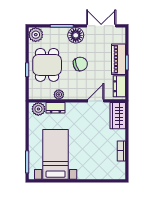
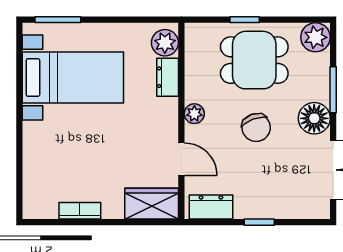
piano: (119, 59) -> (266, 205), removed
plant: (59, 95) -> (194, 114), moved

